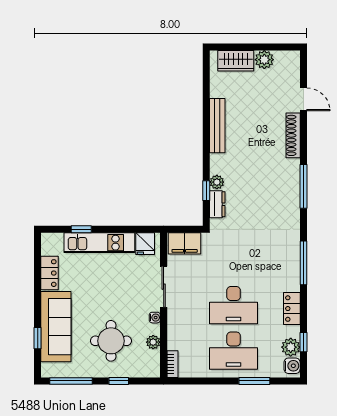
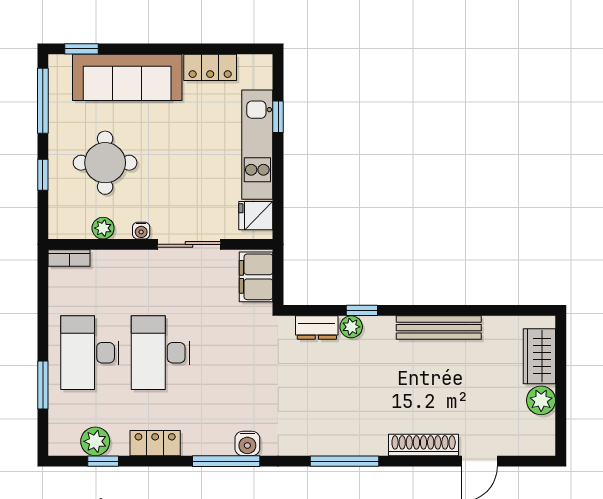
window: (206, 191) -> (362, 310), moved
window: (38, 338) -> (81, 49), moved
water cooler: (292, 366) -> (247, 443), moved

